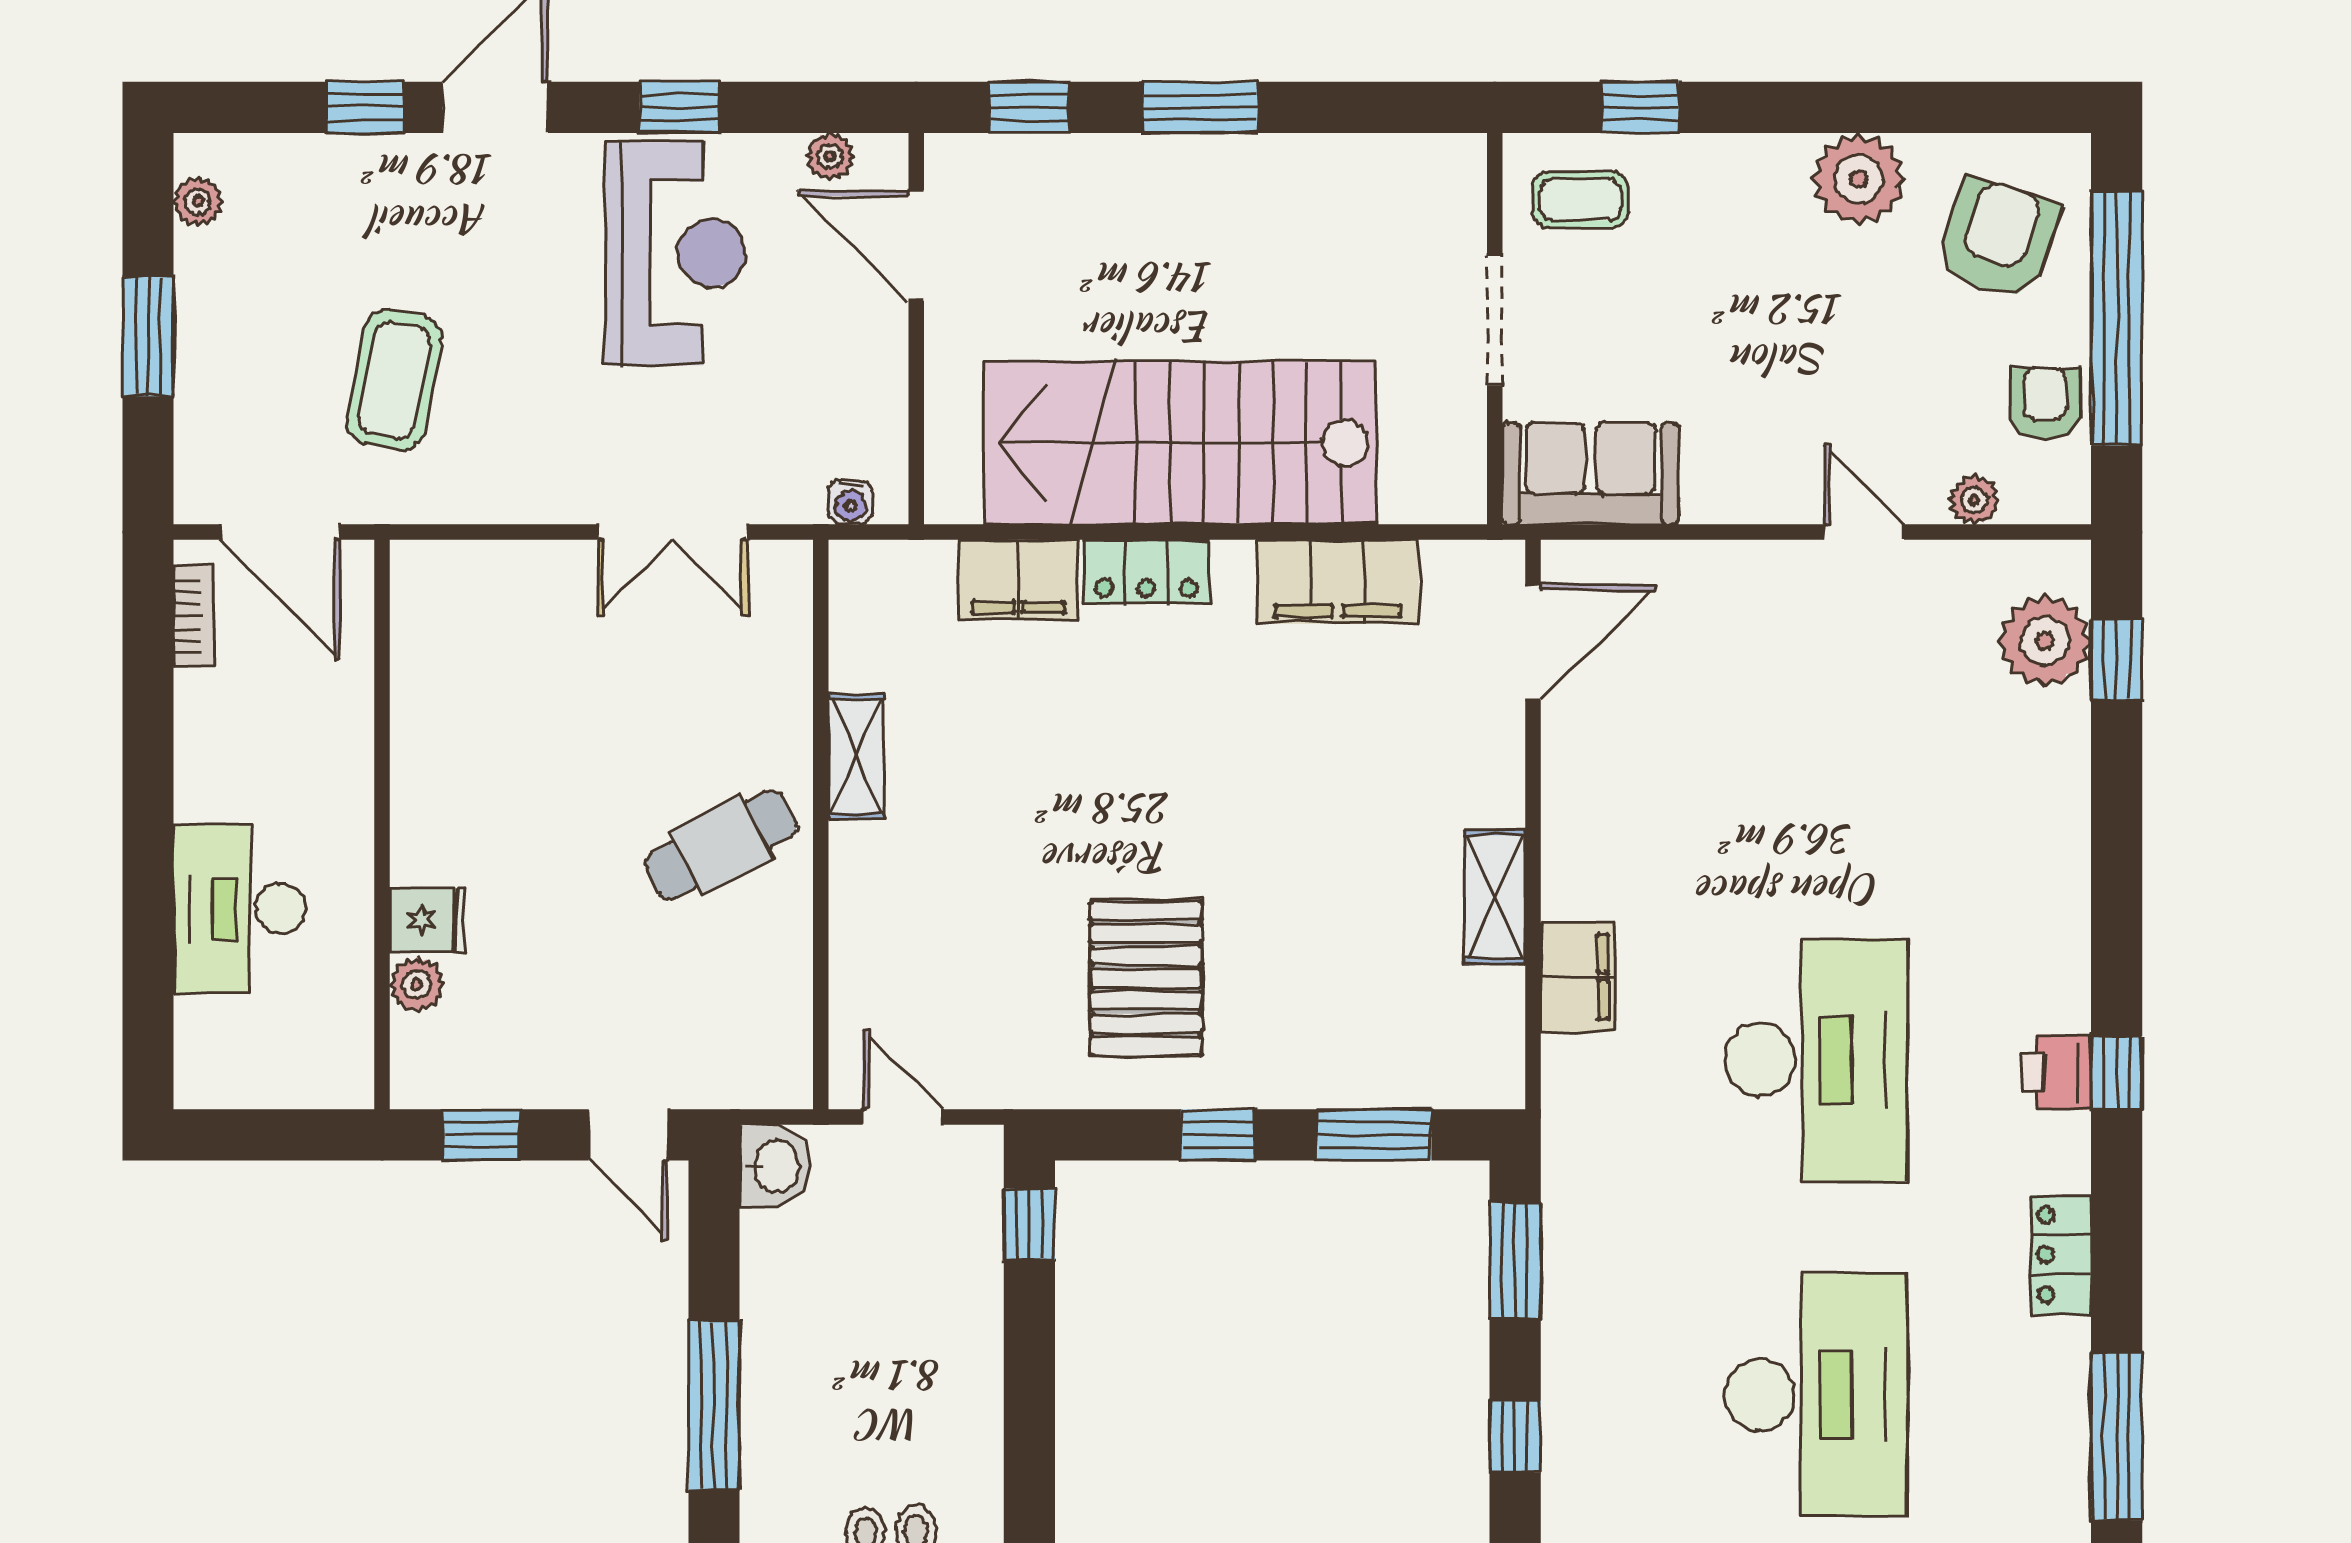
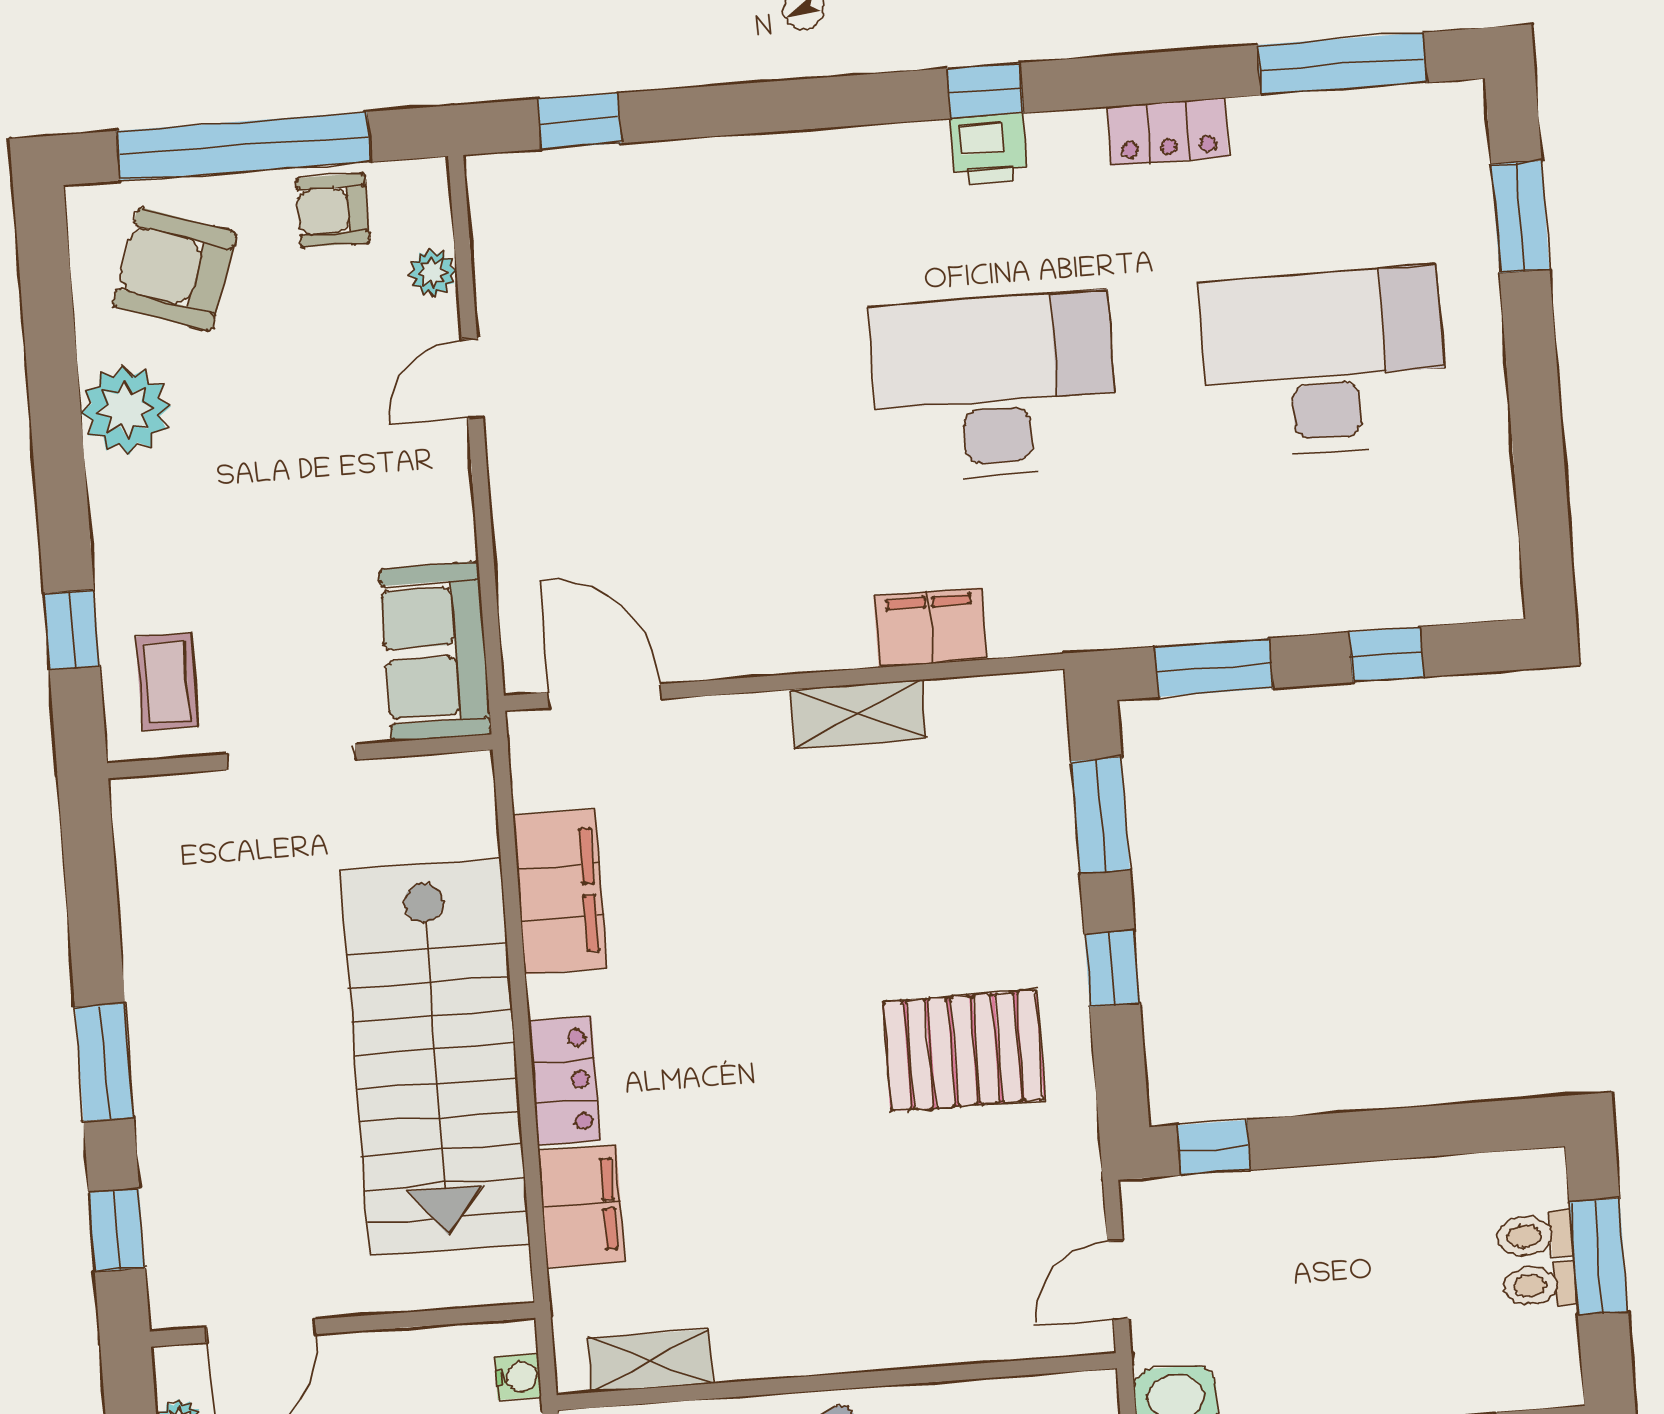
plant: (2045, 641) -> (566, 193), removed
shelving: (856, 756) -> (650, 1361), moved

